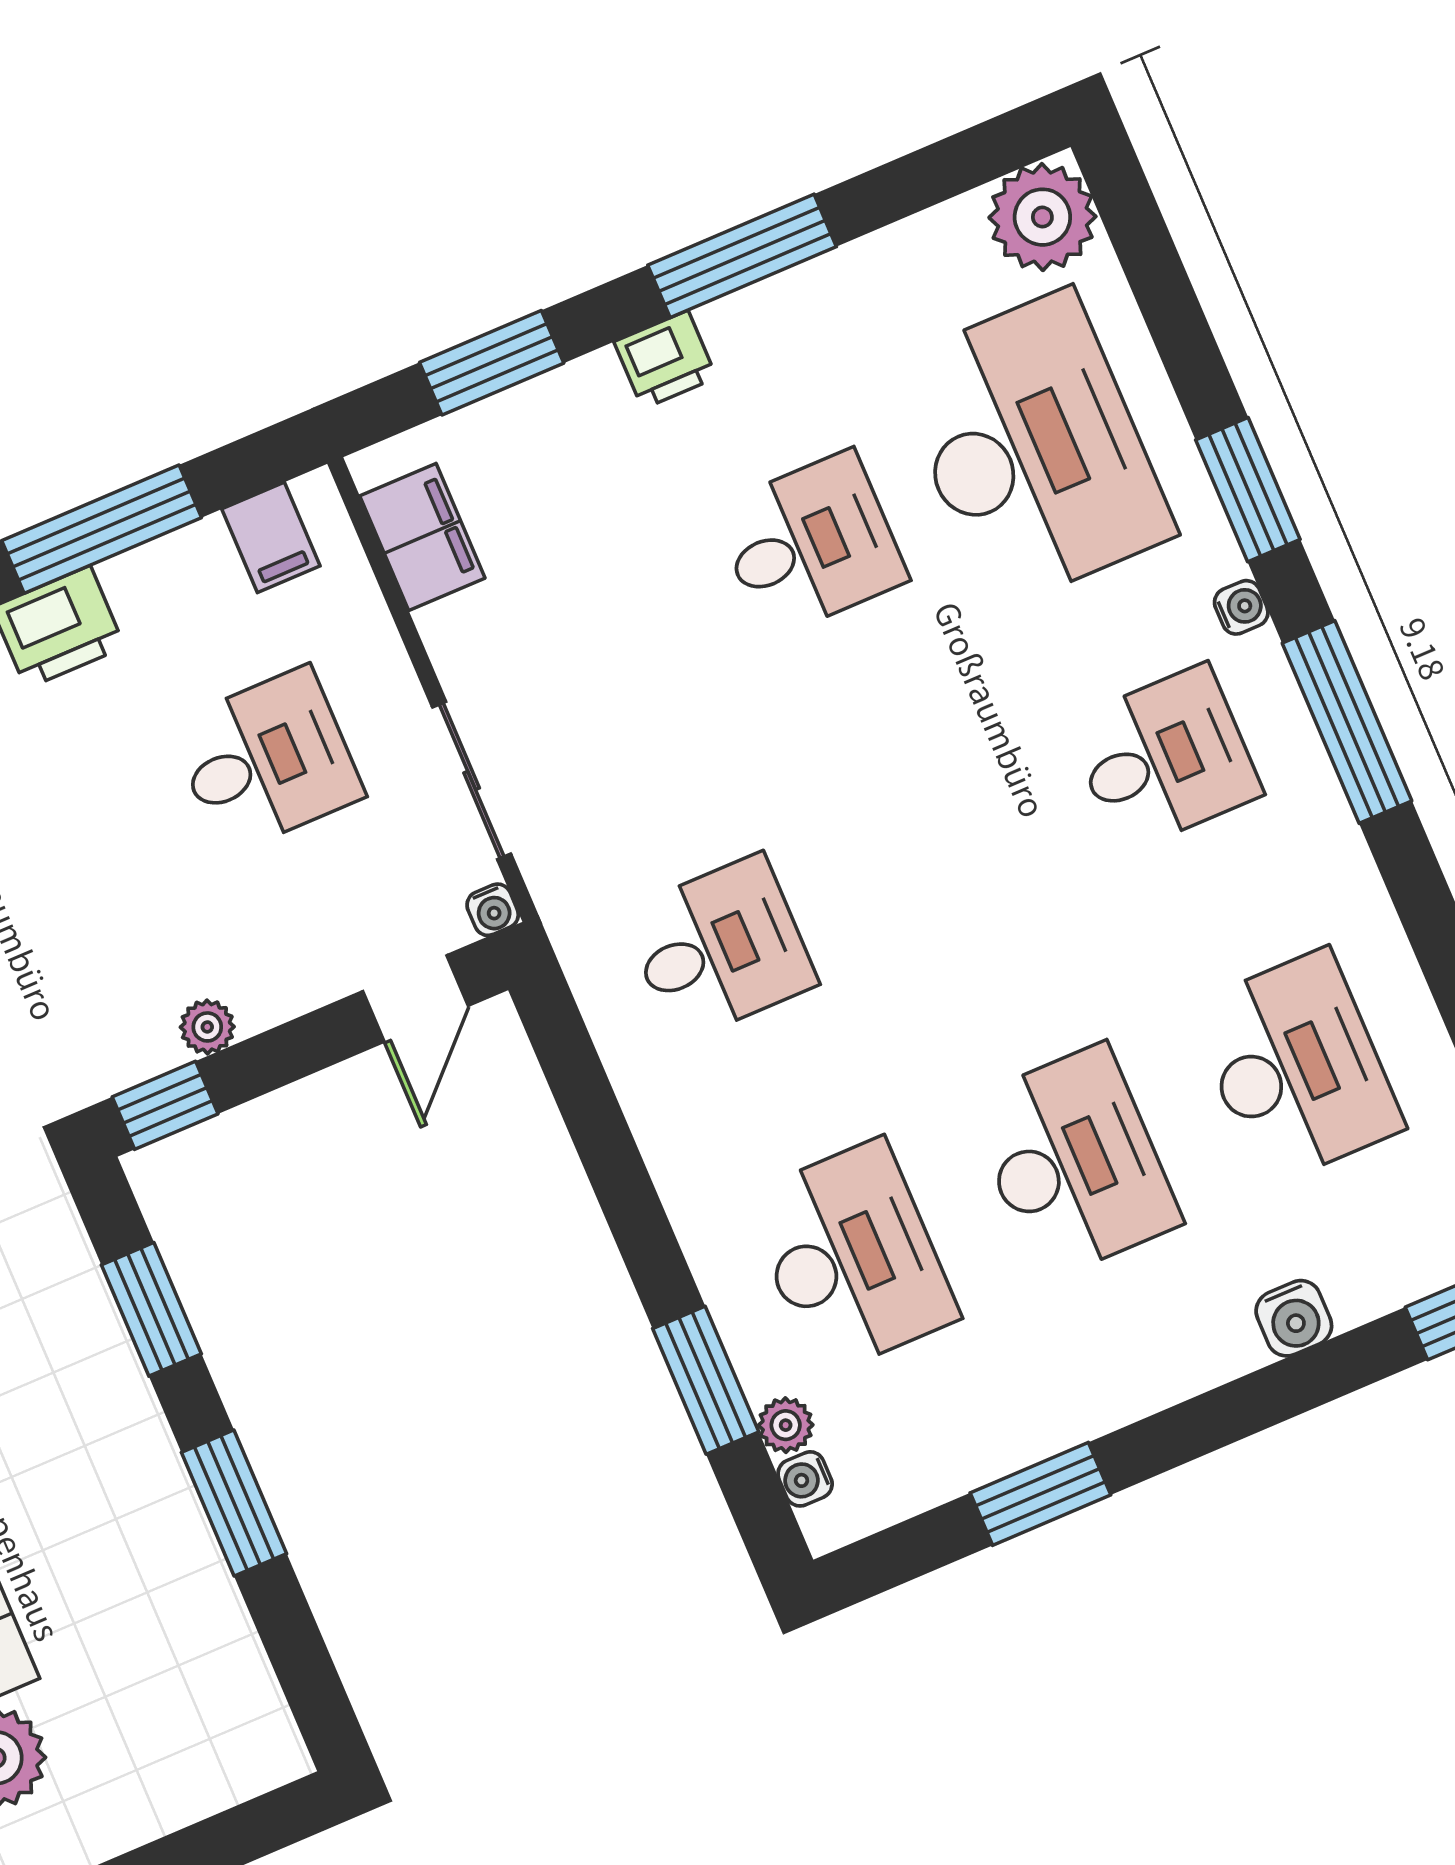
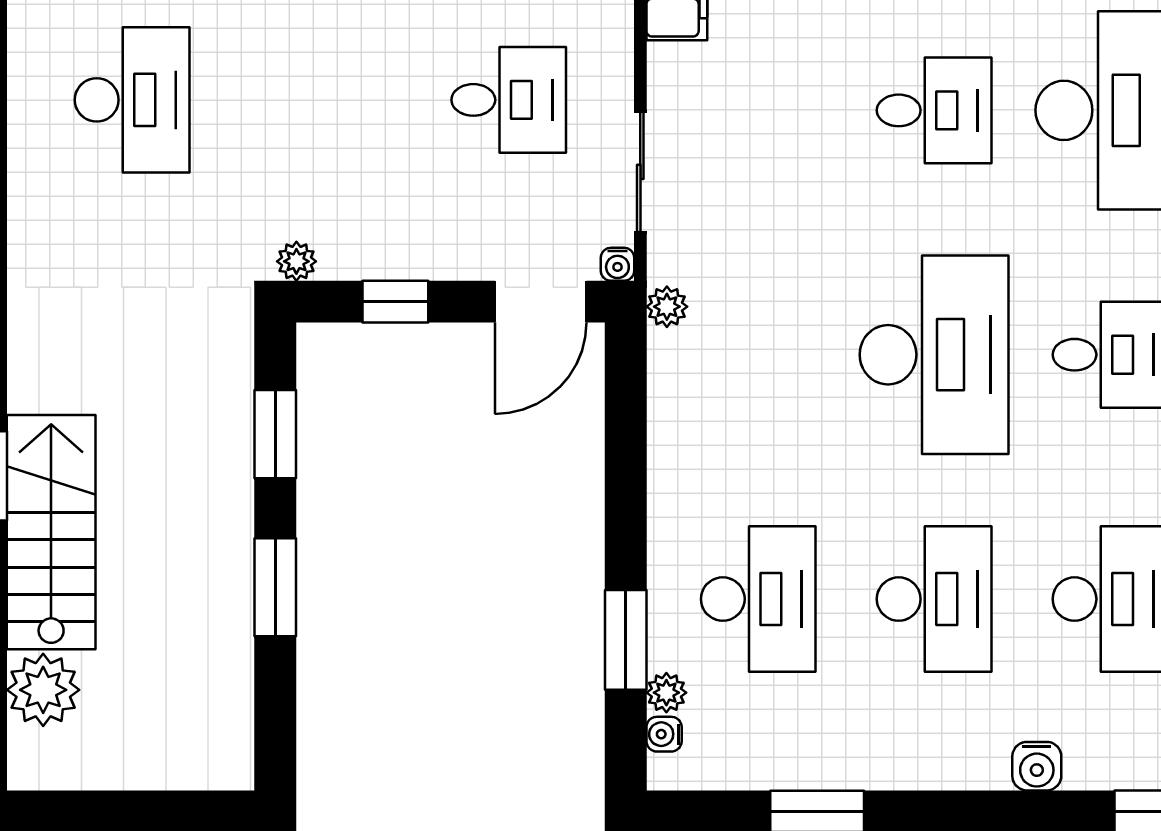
plant: (578, 937) -> (667, 307), added
desk: (720, 948) -> (934, 355), moved, width x1.87, depth x1.30
door: (416, 999) -> (541, 302), width x1.38
plant: (207, 1027) -> (296, 261), moved
window: (165, 1105) -> (395, 302), moved

